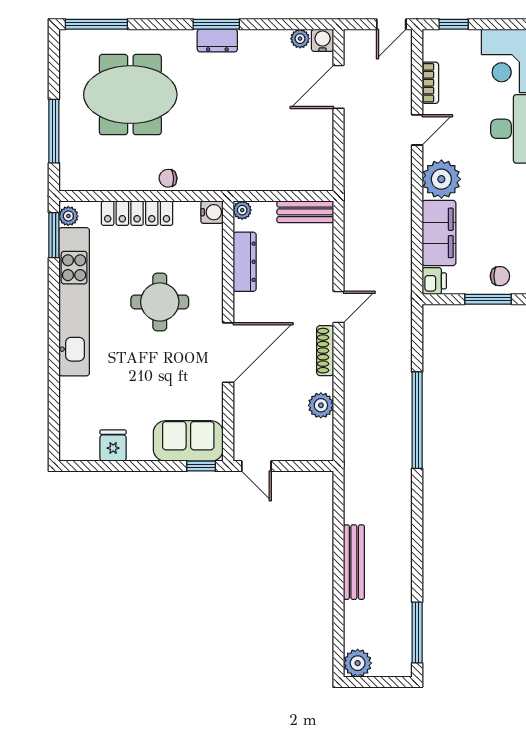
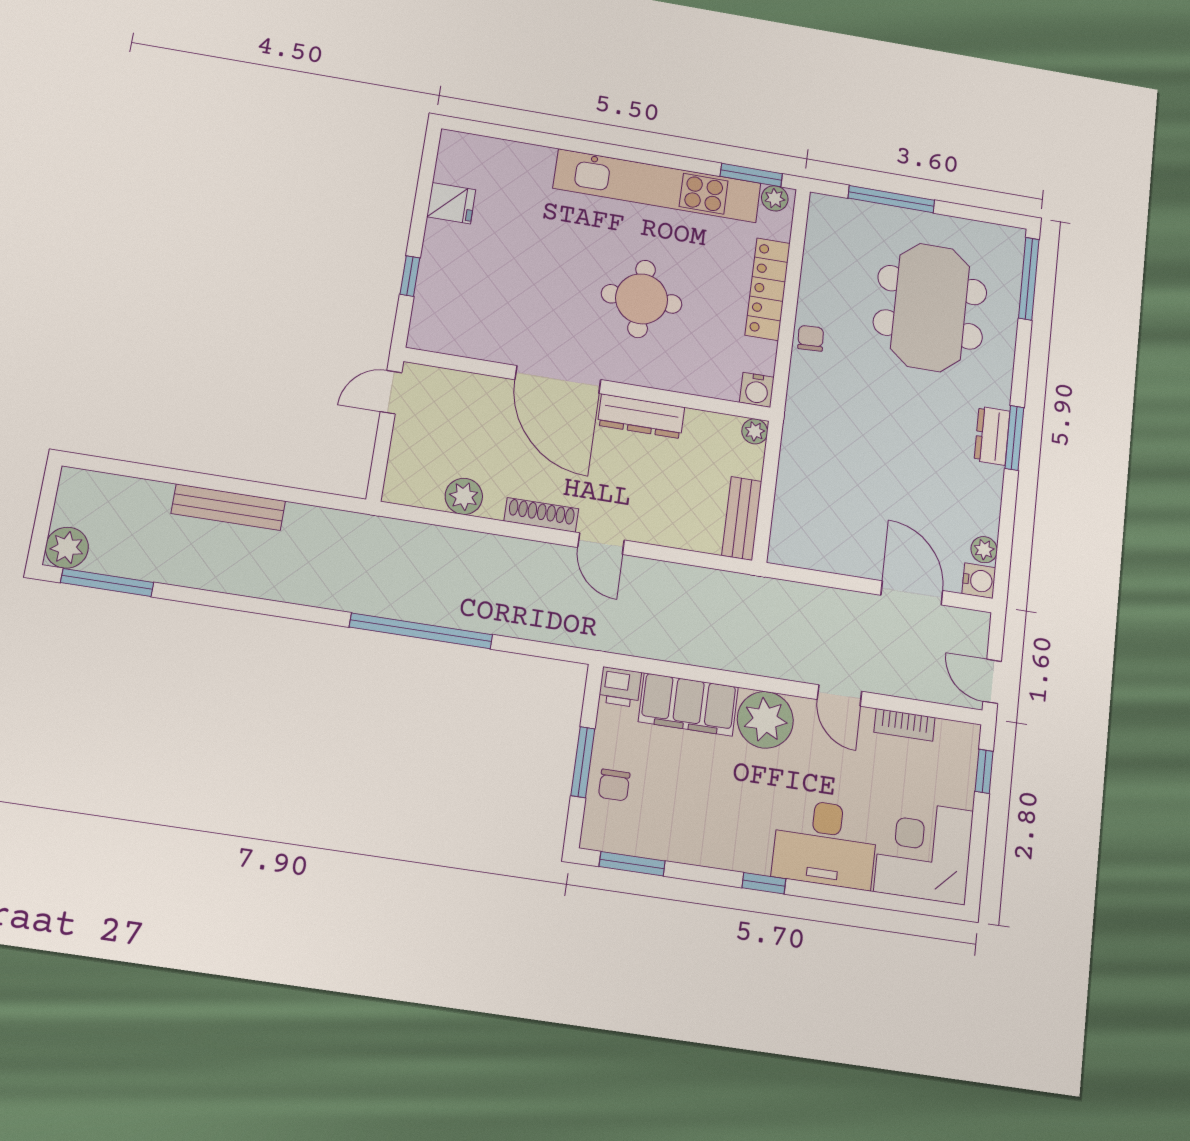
dresser: (245, 262) -> (641, 416), moved
sofa: (188, 441) -> (442, 305), removed
window: (201, 466) -> (410, 276), moved
plant: (358, 663) -> (67, 548), moved

